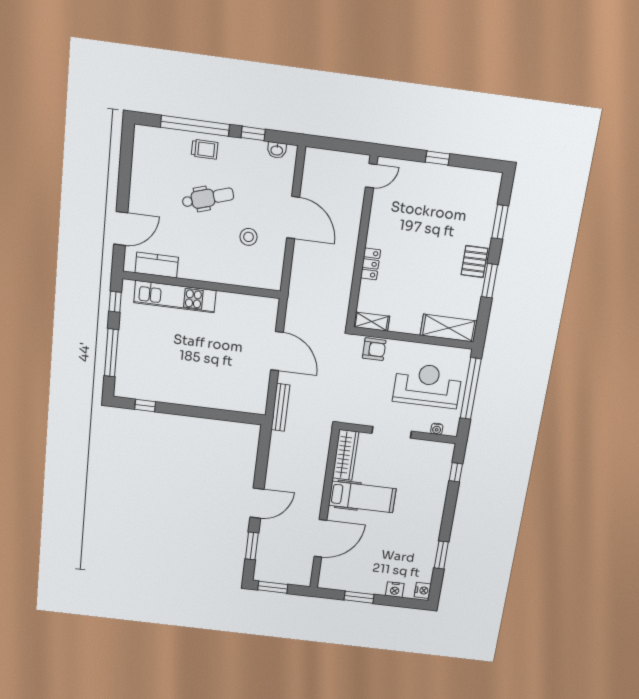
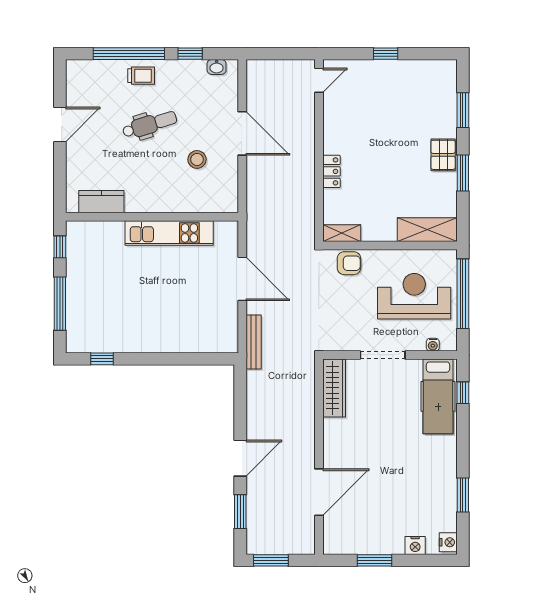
door: (121, 228) -> (60, 125), moved
kitchen unit: (175, 297) -> (169, 233), moved
hospital bed: (362, 497) -> (438, 396), moved, turned 90

